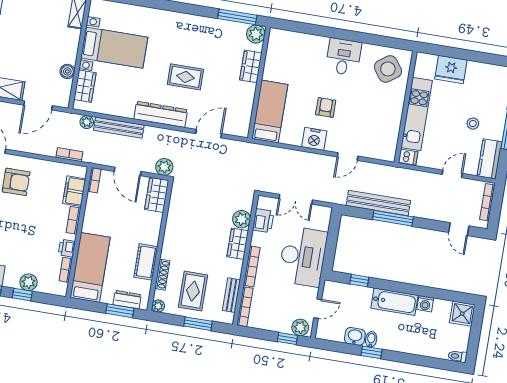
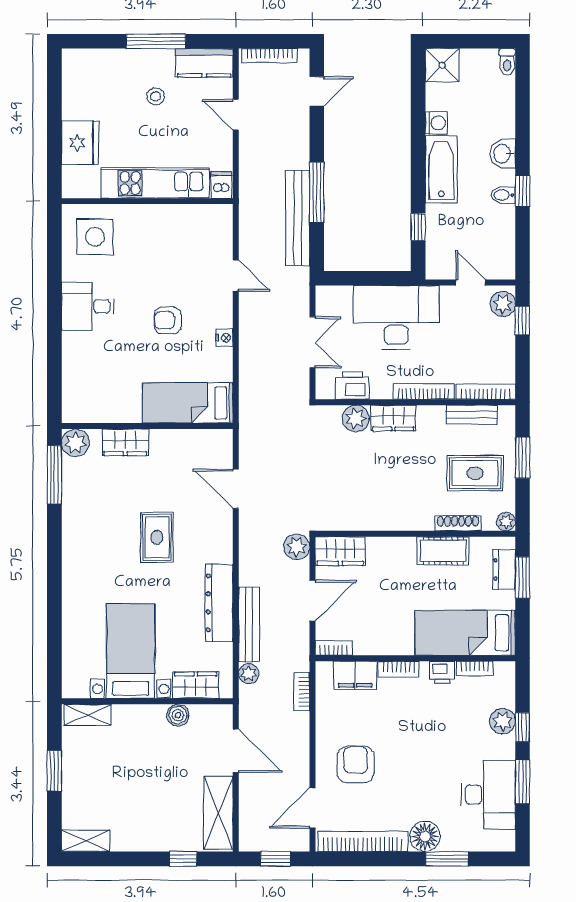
side table: (388, 69) -> (95, 237), turned 36
dresser: (161, 114) -> (219, 603), moved
nightstand: (314, 139) -> (224, 338), width x0.53, depth x0.56
washbasin: (355, 336) -> (503, 154), moved

